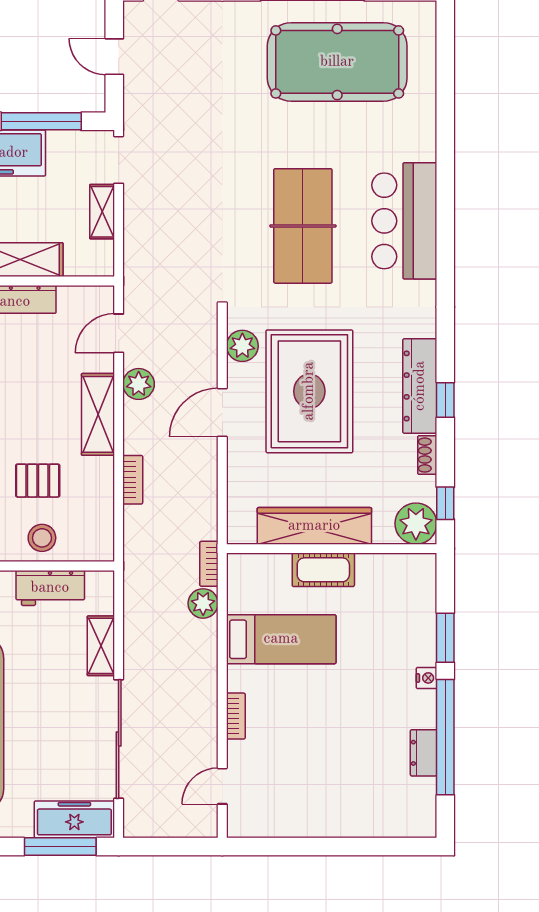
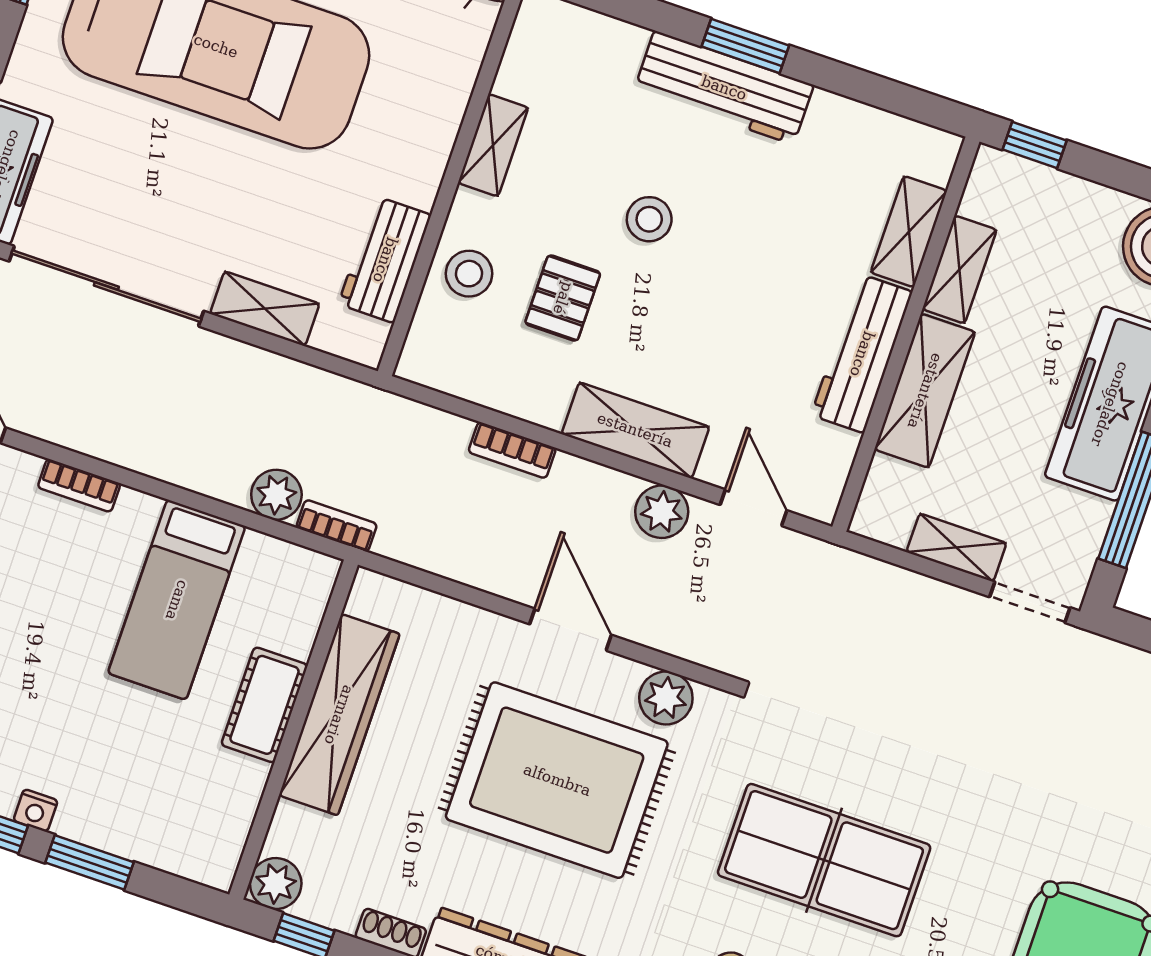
plant: (416, 524) -> (276, 884), width x0.73, depth x0.73

